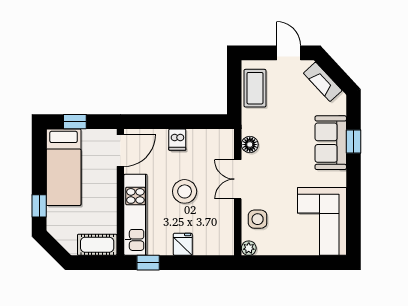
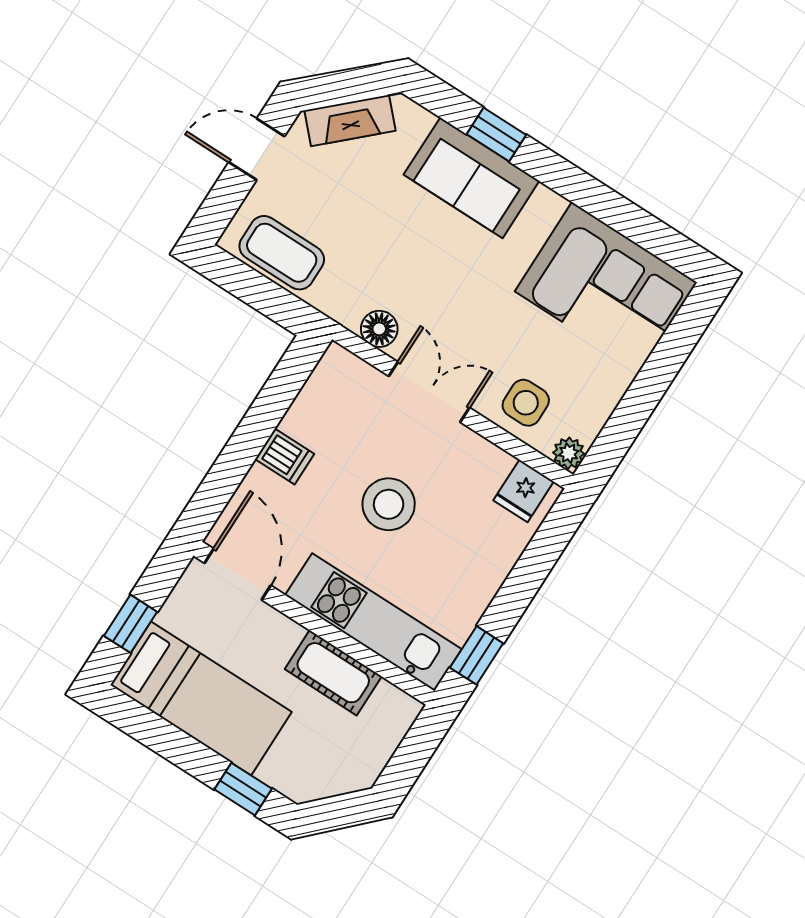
double door: (238, 179) -> (429, 392), swing flipped
fridge: (183, 244) -> (524, 491), moved, turned -90
cot: (97, 245) -> (333, 673), moved, turned 90

